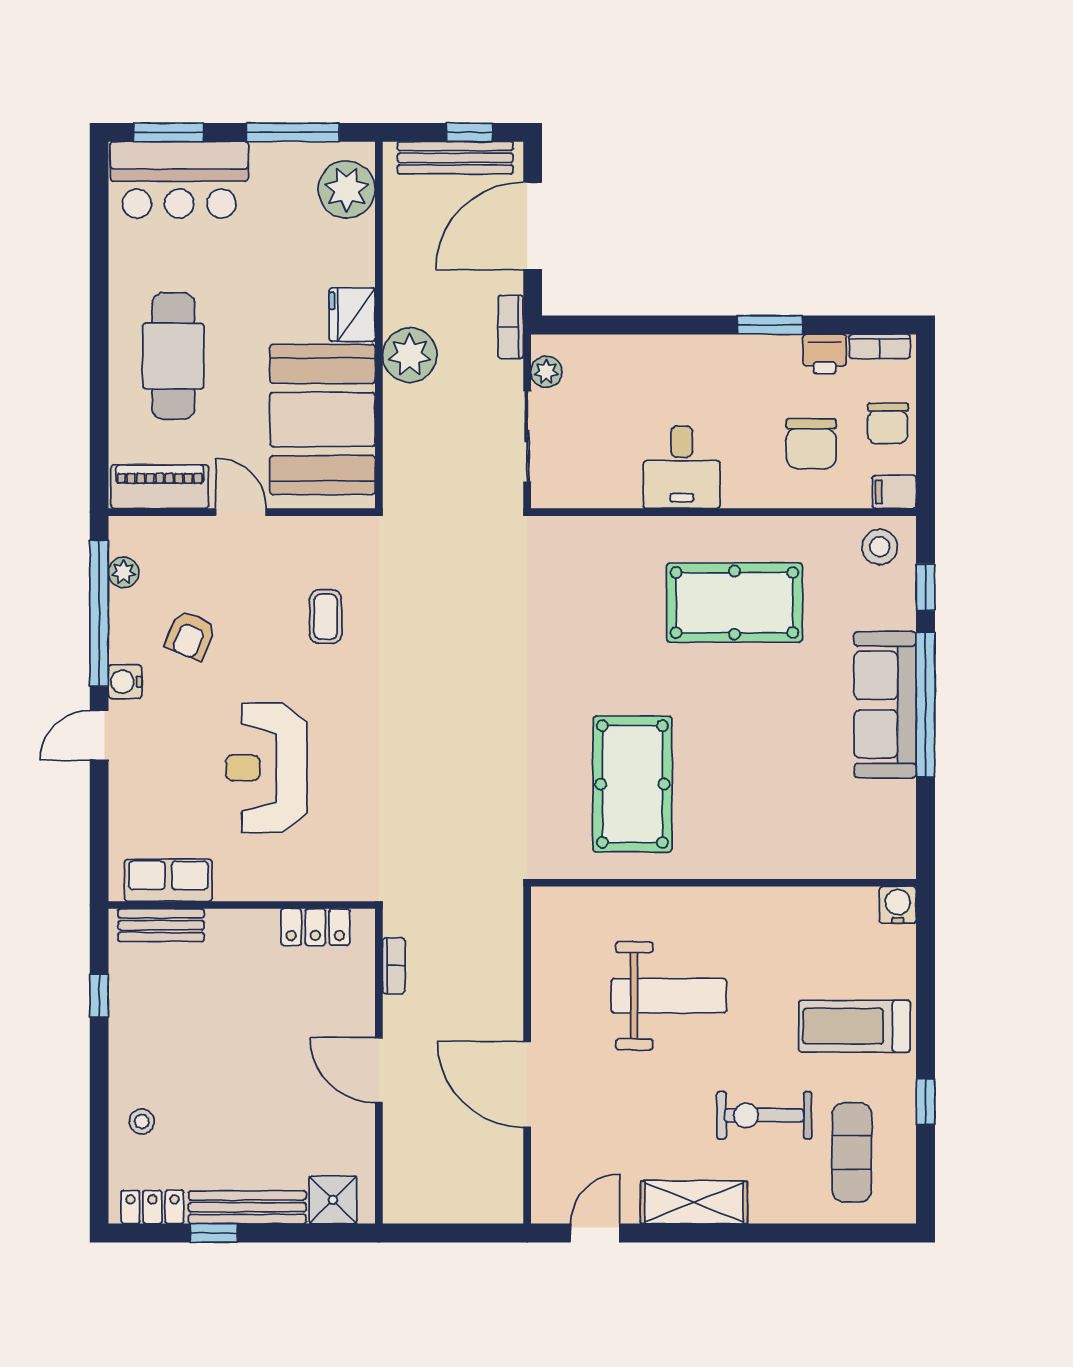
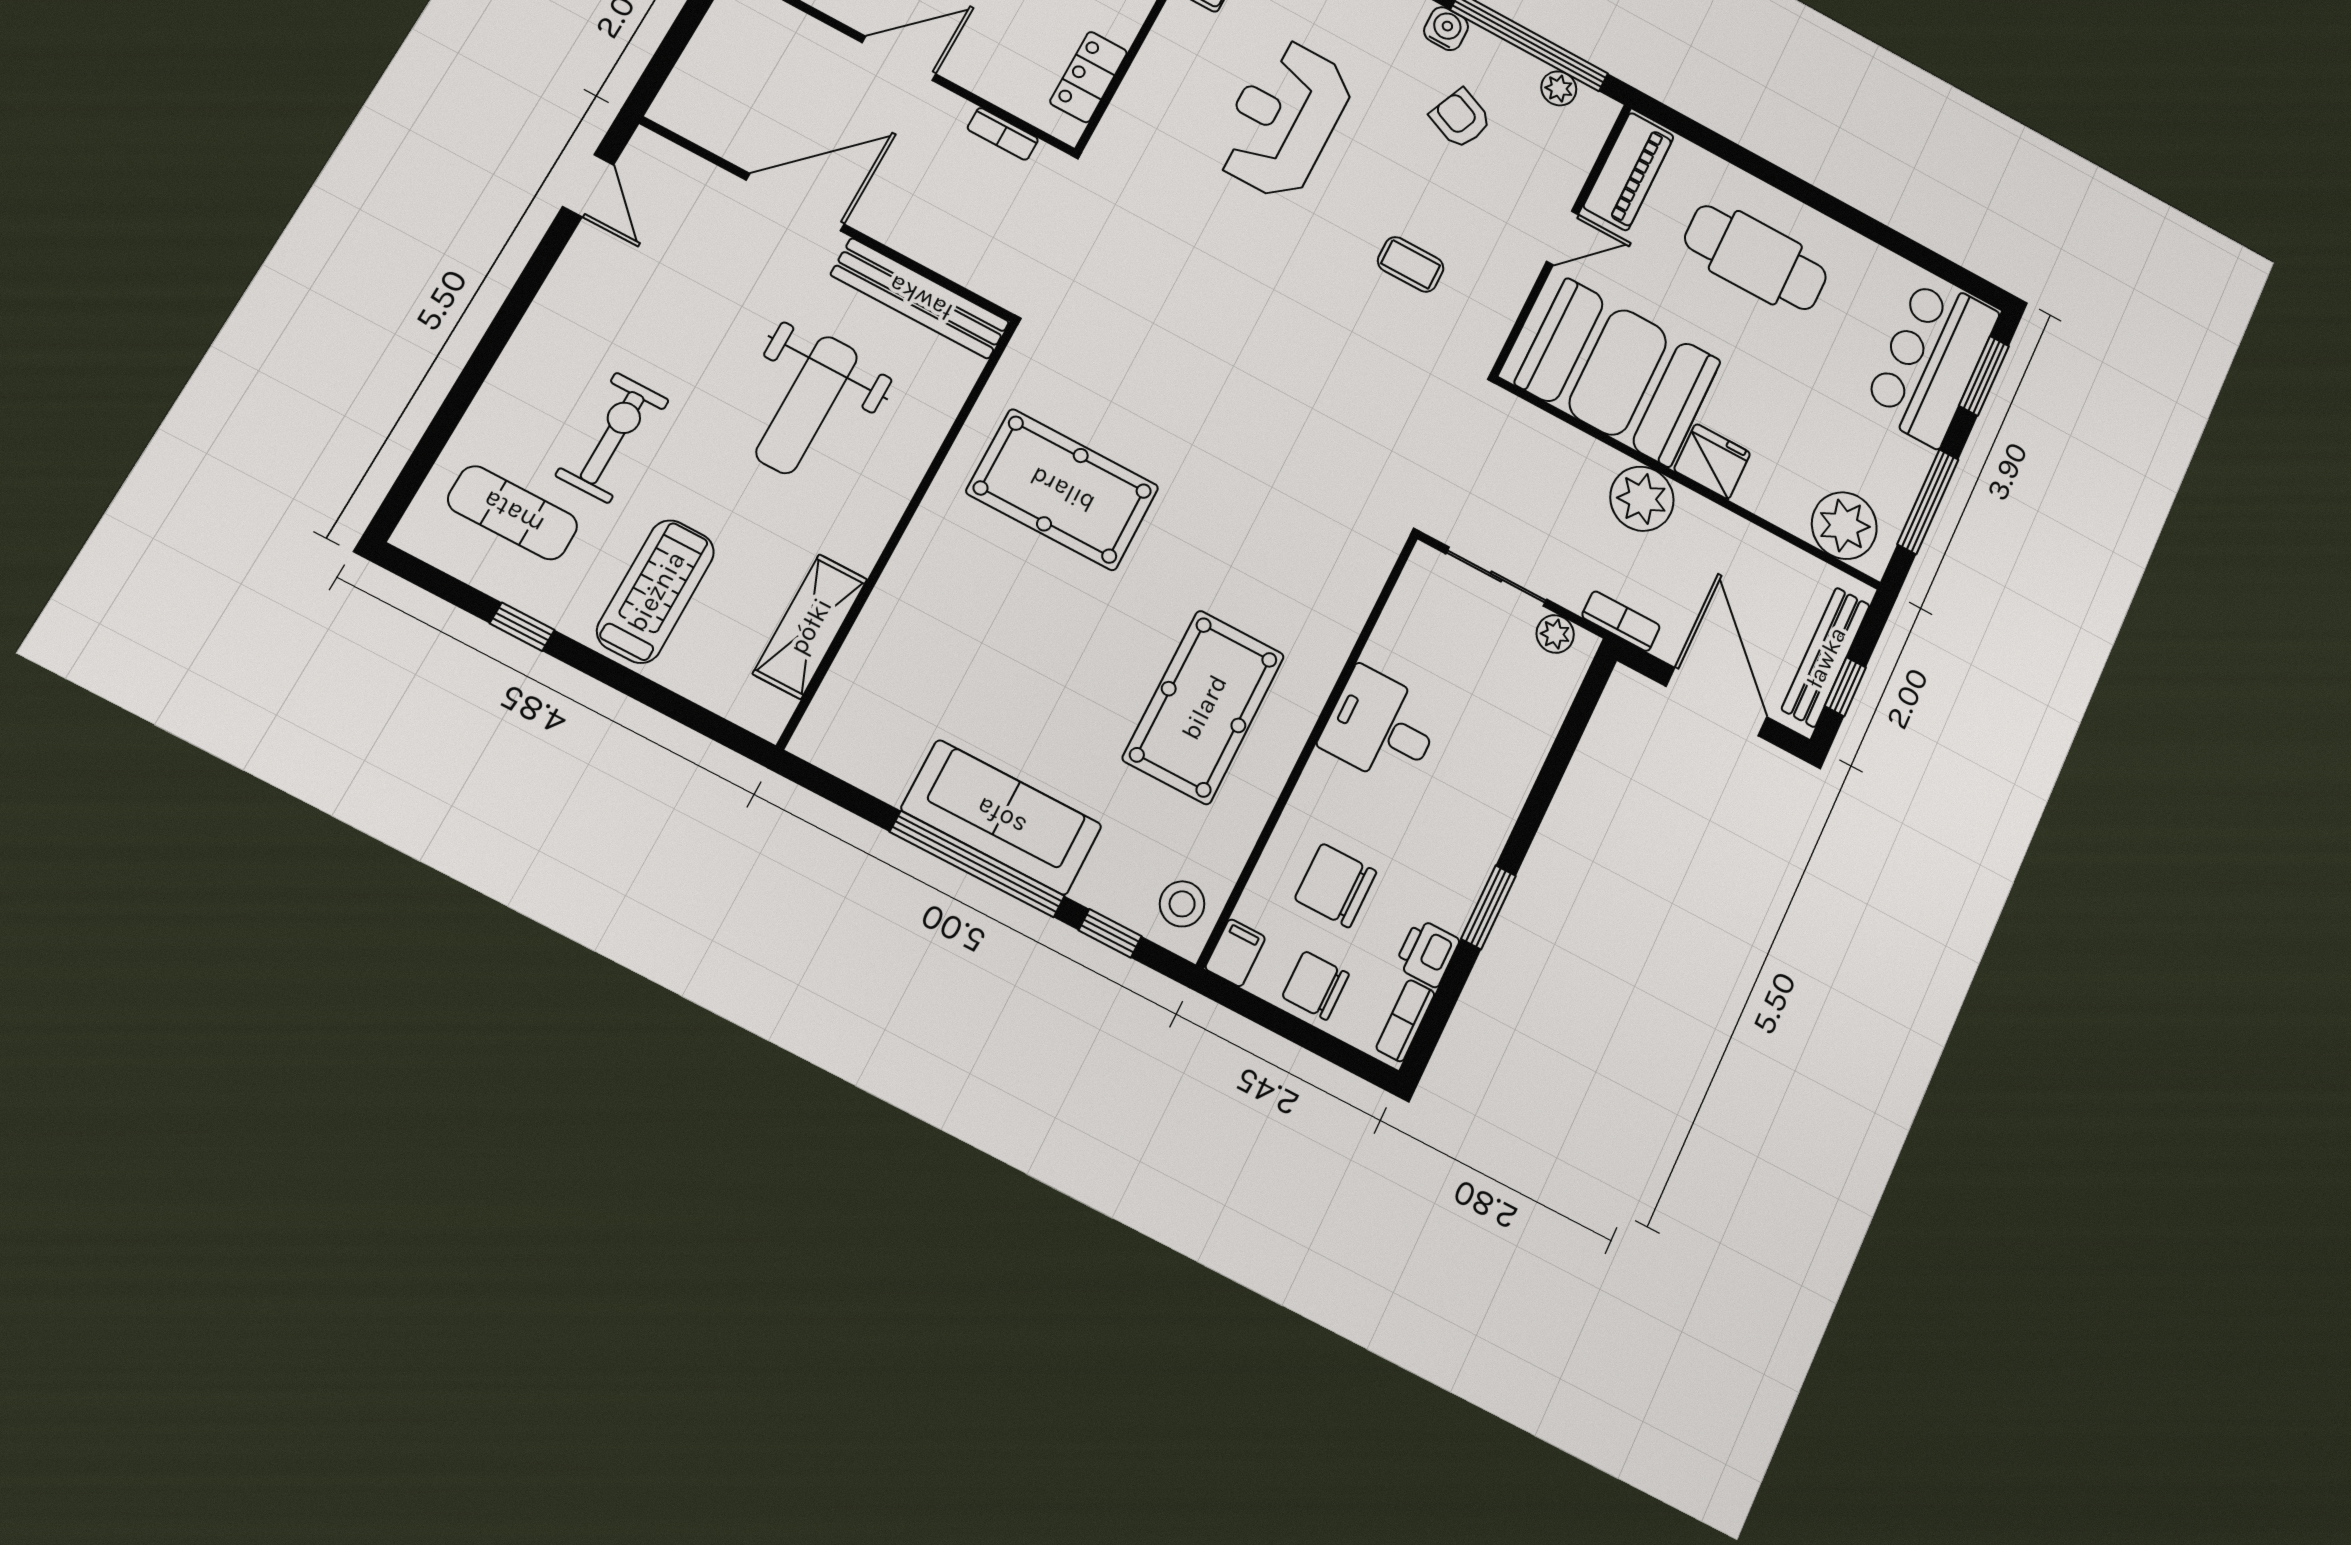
reception desk: (266, 768) -> (1283, 119), turned -90
water cooler: (898, 905) -> (766, 713), removed
bench: (549, 959) -> (920, 298), added
shelving: (694, 1202) -> (810, 626), moved

